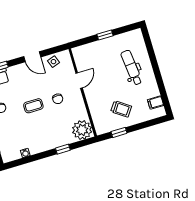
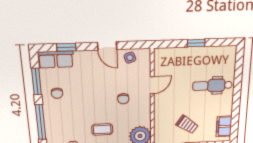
dental chair: (132, 68) -> (212, 86), turned -84
filing cabinet: (156, 103) -> (224, 126), width x2.00
coffee table: (33, 106) -> (102, 129), moved

